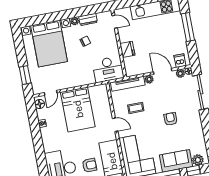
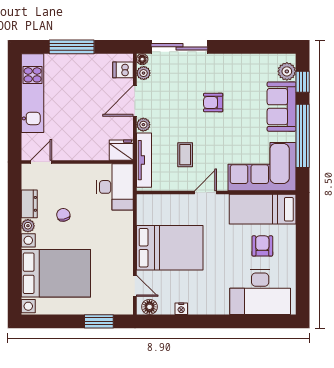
fridge: (127, 49) -> (121, 150), moved

